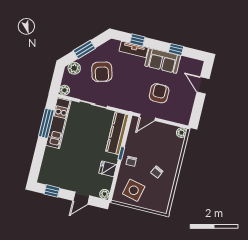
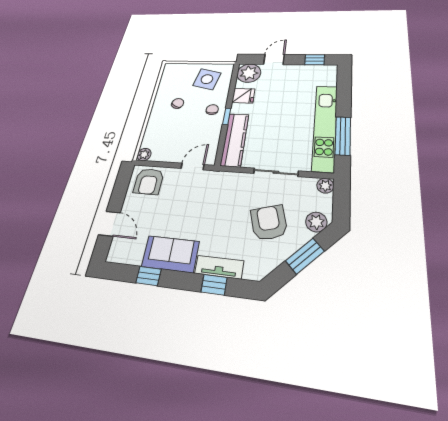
armchair: (159, 93) -> (149, 181), moved
kitchen unit: (58, 123) -> (325, 127), width x1.36
plant: (105, 194) -> (249, 73), width x1.88, depth x1.88

